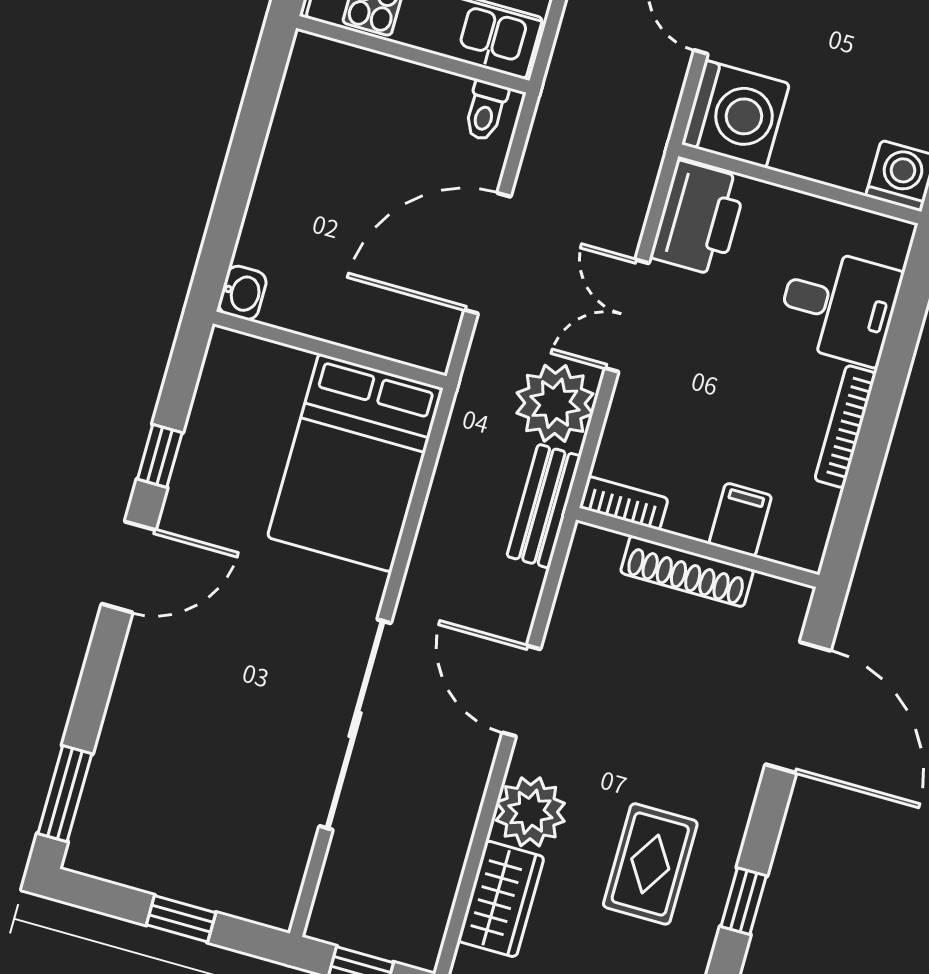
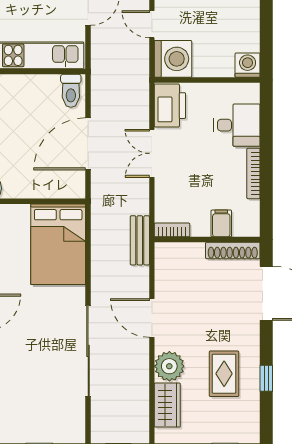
toilet: (486, 111) -> (71, 91), width x1.37, depth x1.39
plant: (555, 403) -> (133, 197), removed
shoe rack: (687, 571) -> (233, 250), moved

